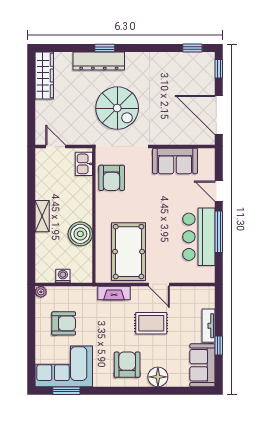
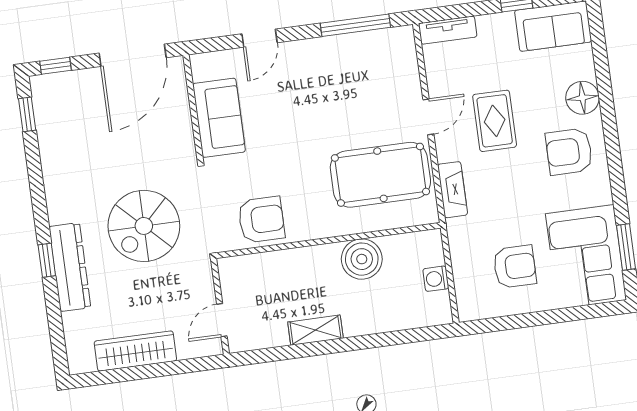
wardrobe: (44, 76) -> (135, 351), moved
spiral stairs: (117, 108) -> (144, 226), turned 180
kitchen sink: (84, 164) -> (244, 269), removed
shelving: (42, 216) -> (315, 330), moved
window: (219, 232) -> (355, 25), moved
bar counter: (199, 237) -> (340, 61), removed
plant: (41, 292) -> (467, 312), removed
armchair: (64, 323) -> (515, 267), turned 90
tv unit: (208, 326) -> (448, 30), moved

